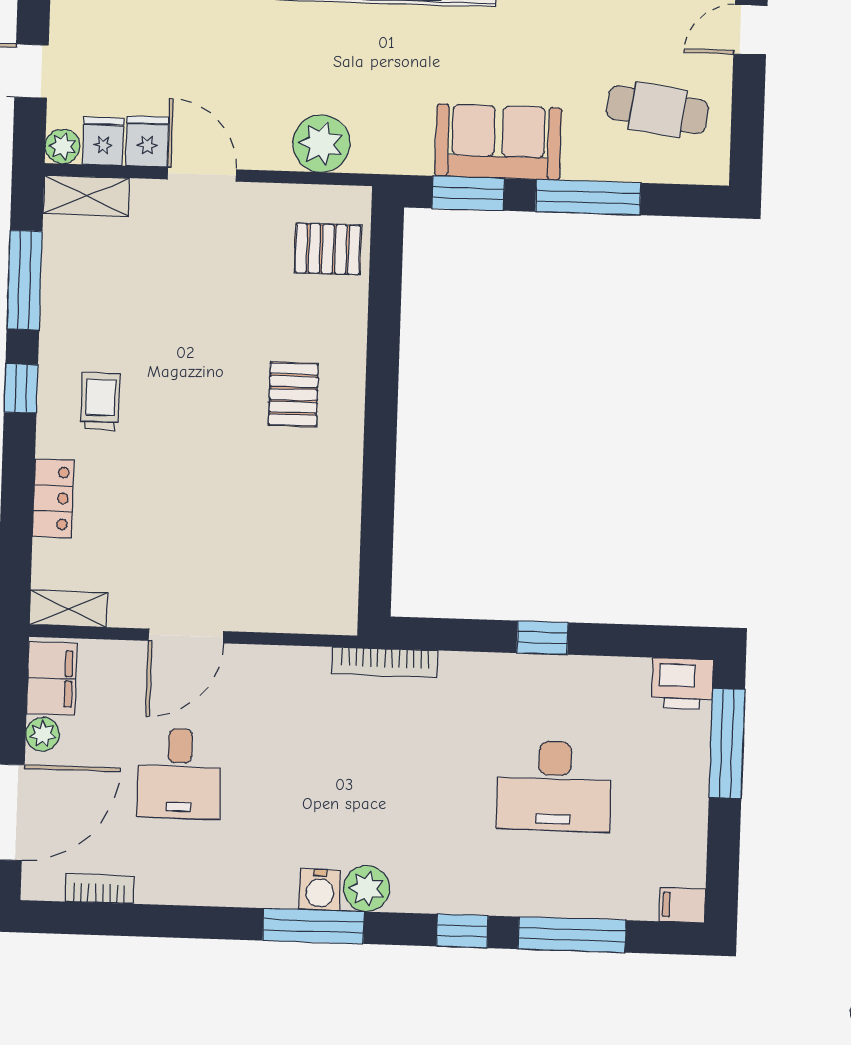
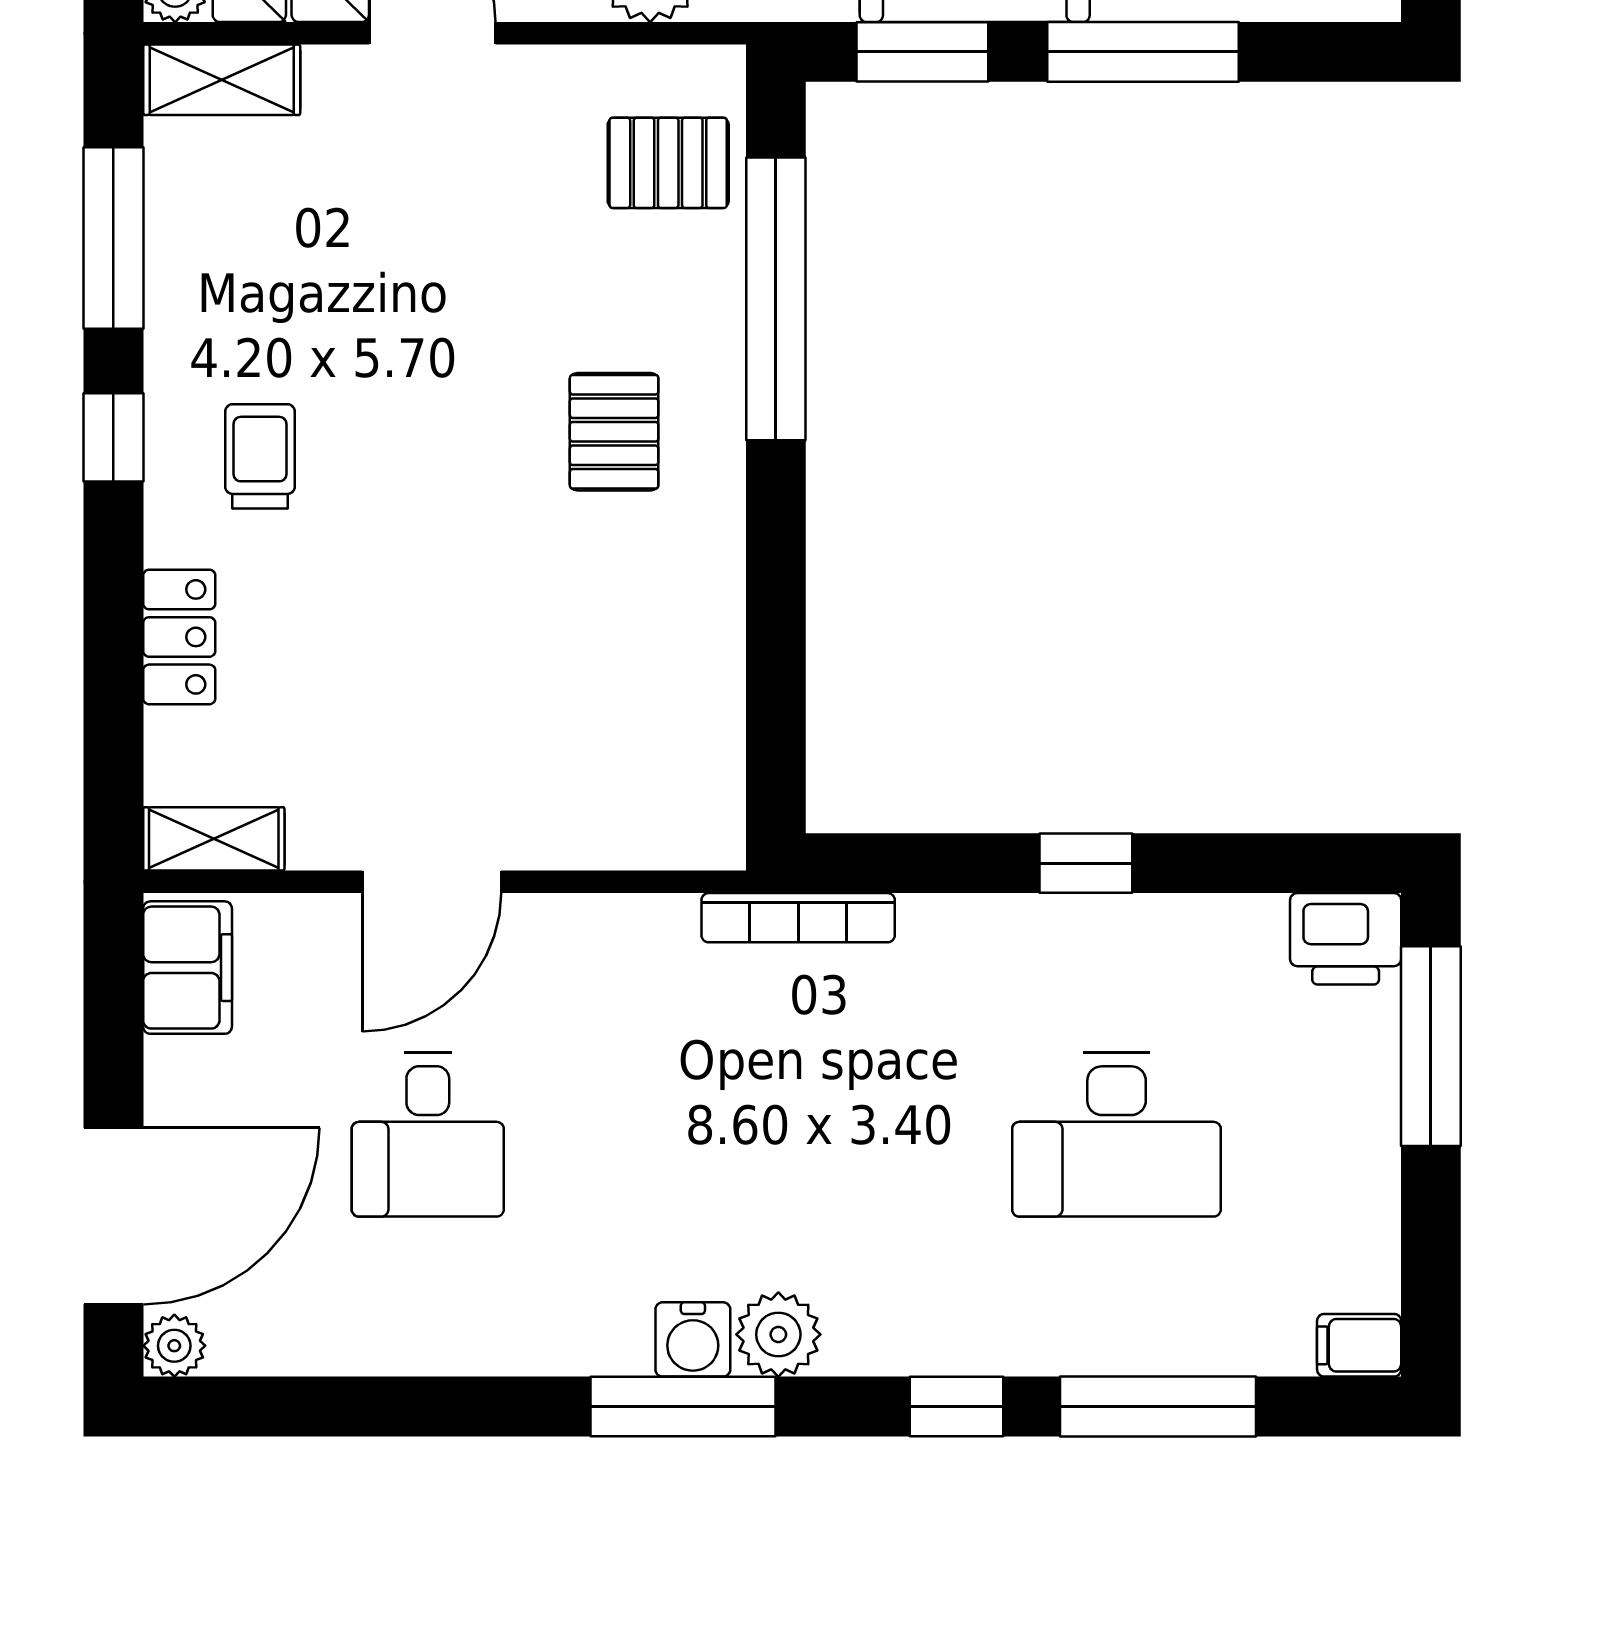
window: (384, 325) -> (776, 299), added
plant: (43, 734) -> (174, 1346), moved
bookcase: (99, 889) -> (288, 1352), removed

